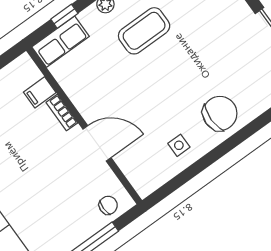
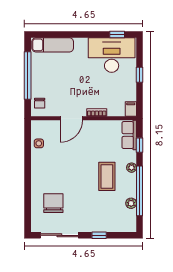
filing cabinet: (40, 92) -> (131, 109), moved
chair: (220, 113) -> (53, 203), moved, turned 180
side table: (179, 145) -> (39, 143), moved

